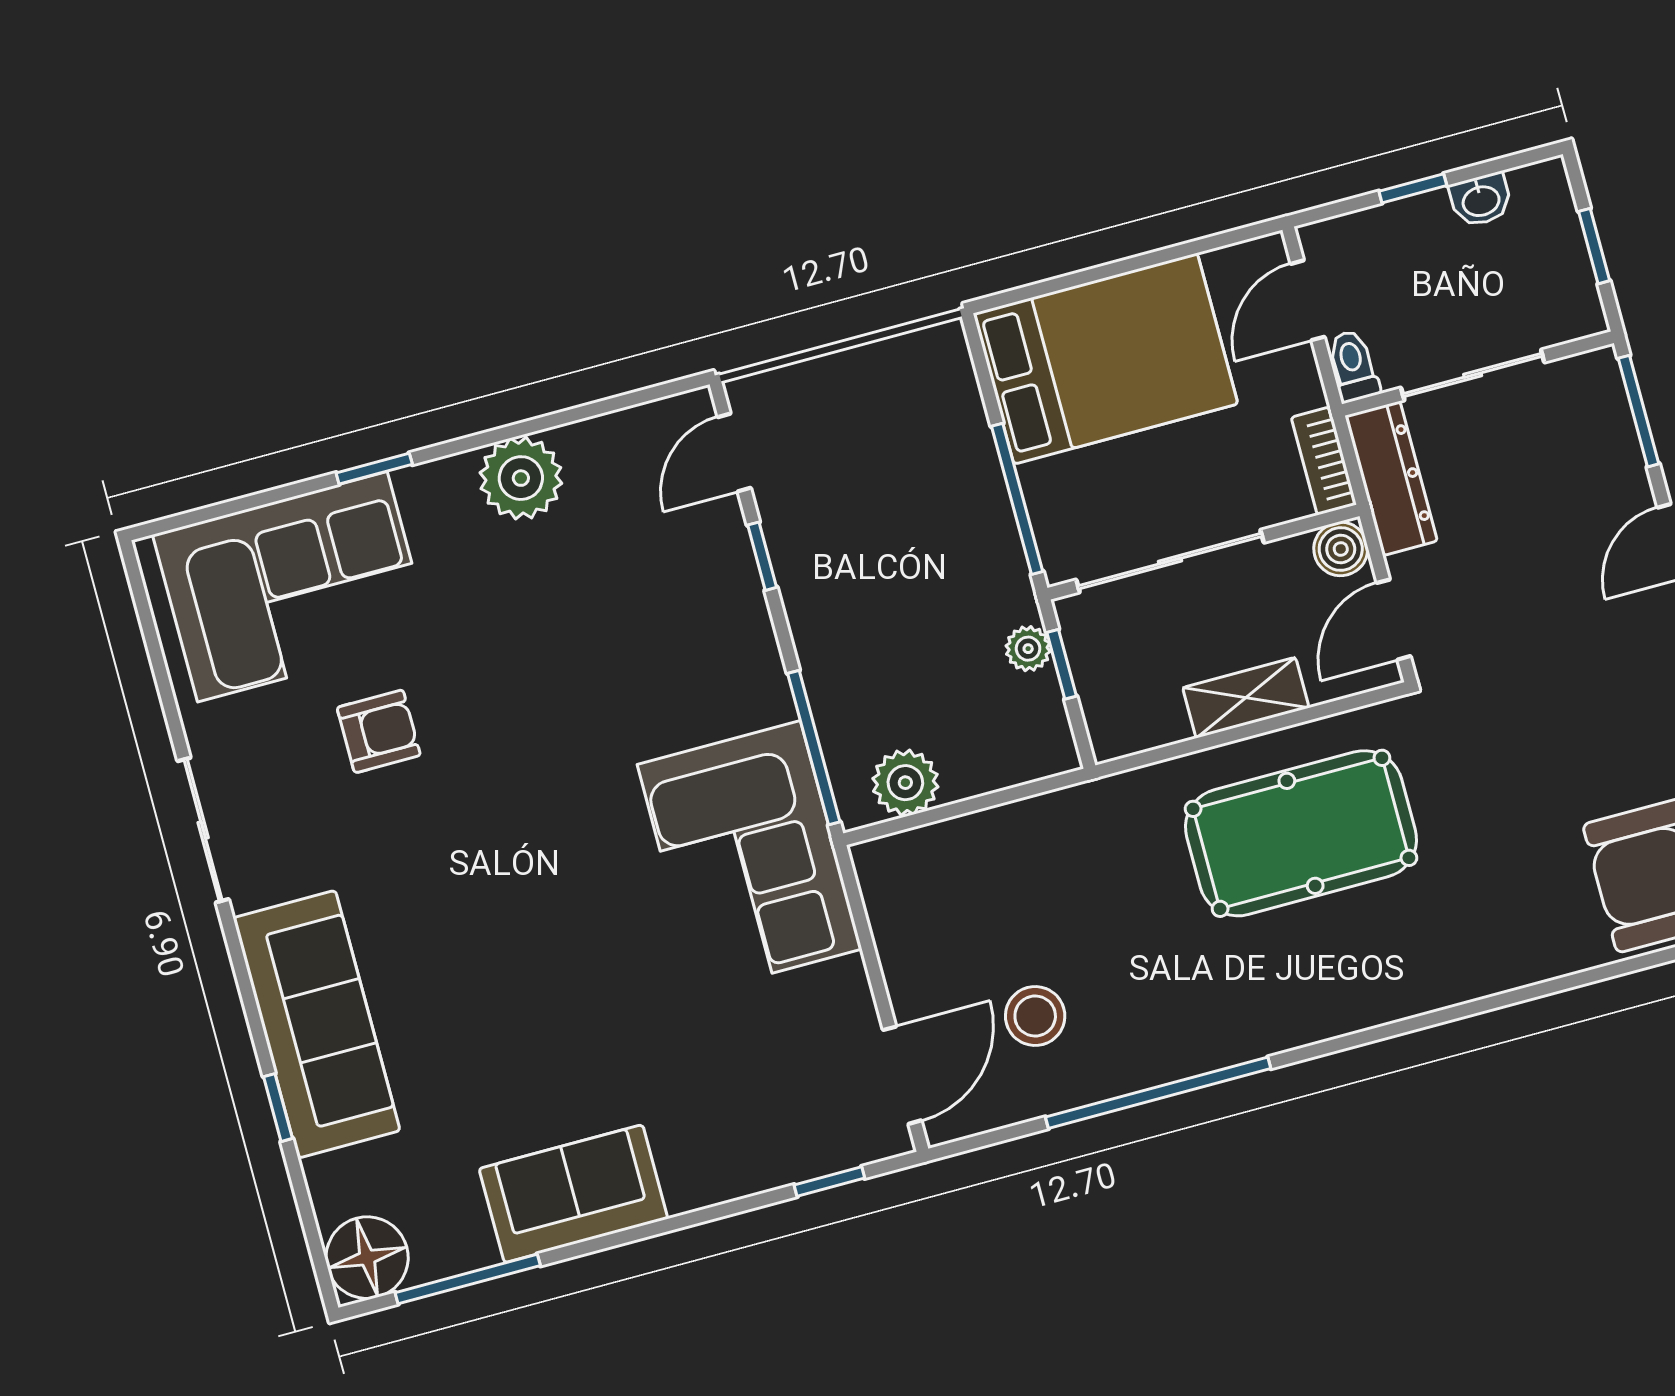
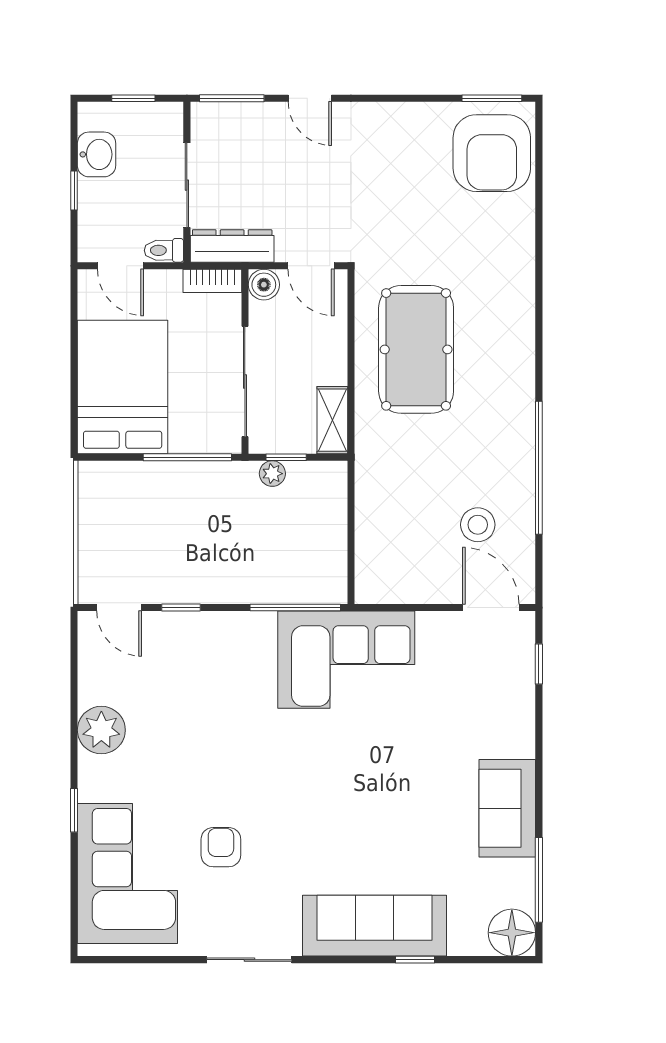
washbasin: (1481, 200) -> (97, 154), width x1.38, depth x1.45
shelving: (1246, 698) -> (332, 420), moved
plant: (905, 783) -> (328, 562), removed

